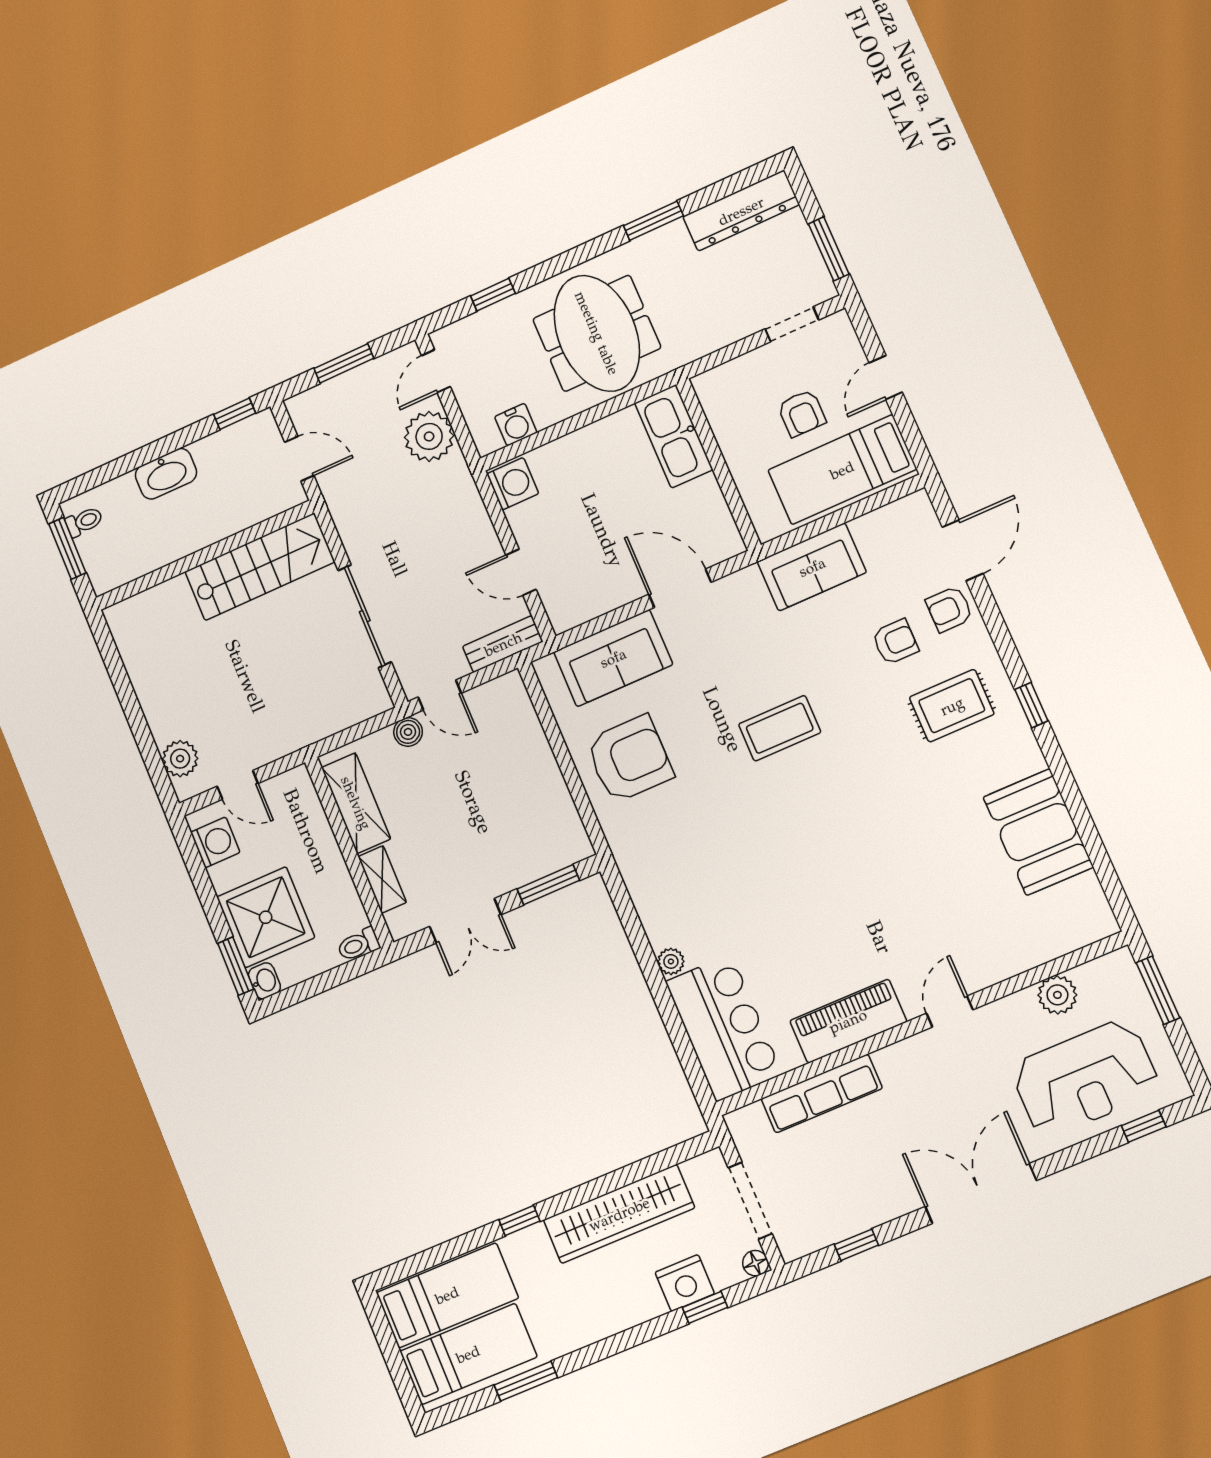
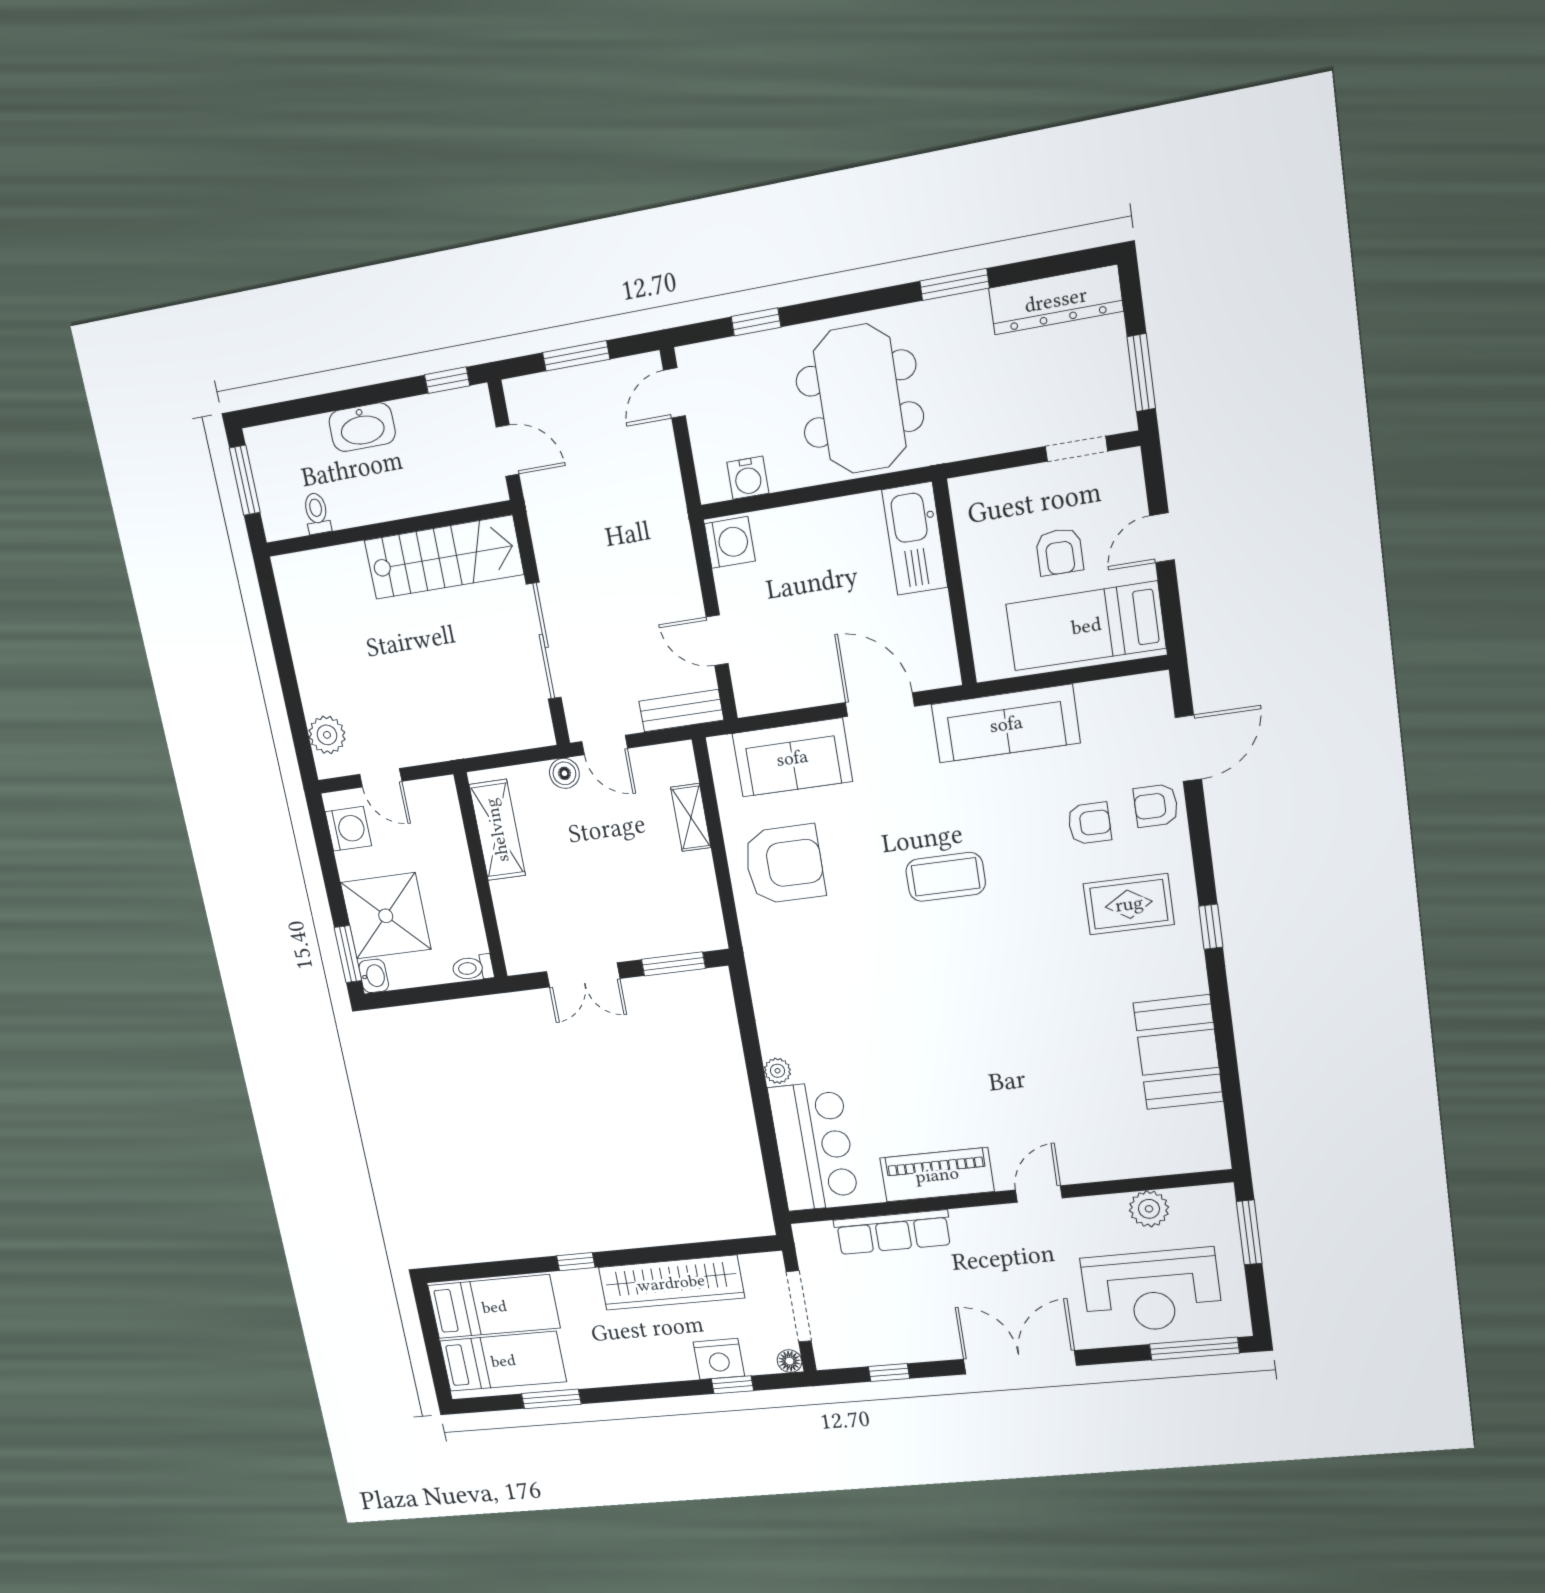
plant: (429, 436) -> (652, 465), removed
toilet: (84, 522) -> (317, 513), moved, turned -90
sofa: (812, 567) -> (1006, 724), width x1.36
shelving: (382, 880) -> (691, 817), moved
window: (1144, 1126) -> (1194, 1349), width x2.17

